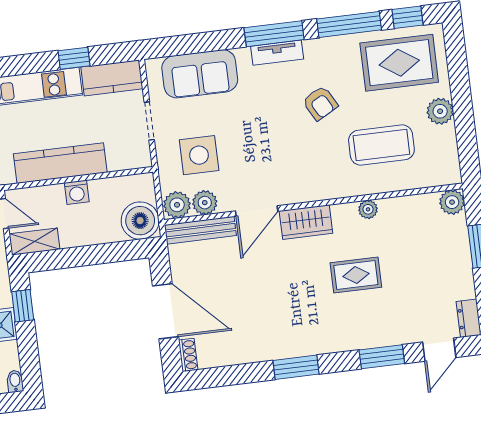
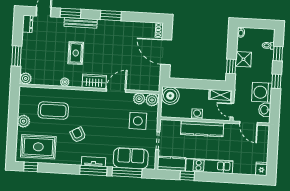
window: (349, 24) -> (127, 172), moved
bench: (200, 230) -> (81, 23), moved
rug: (356, 275) -> (76, 53), turned 90

